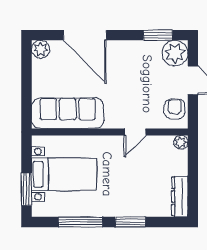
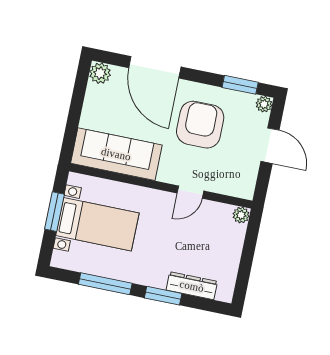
plant: (175, 53) -> (264, 104), width x0.53, depth x0.53
armchair: (175, 109) -> (200, 125), moved, width x1.88, depth x1.88
window: (26, 189) -> (54, 212), moved
dresser: (180, 196) -> (192, 286), moved, turned 90

